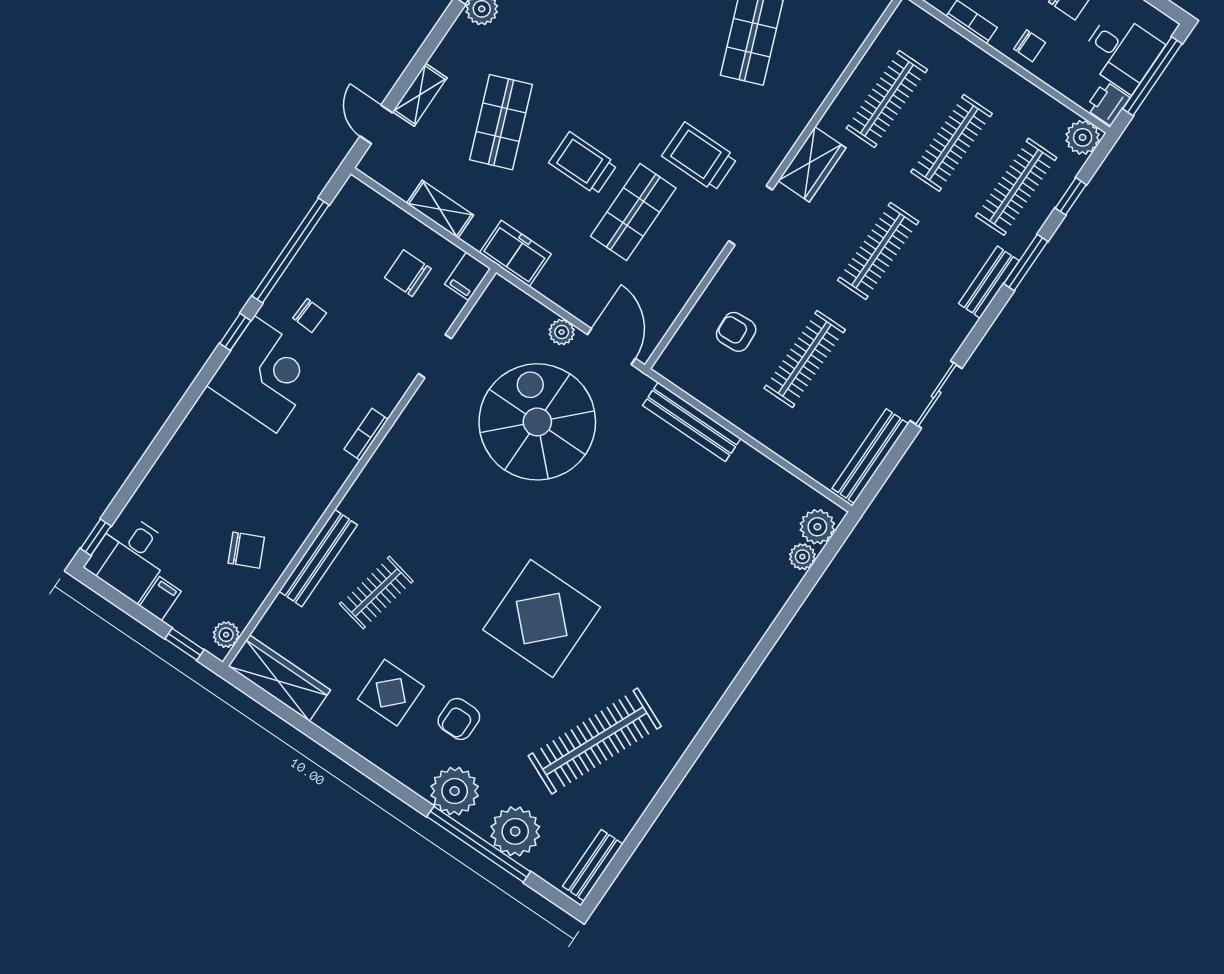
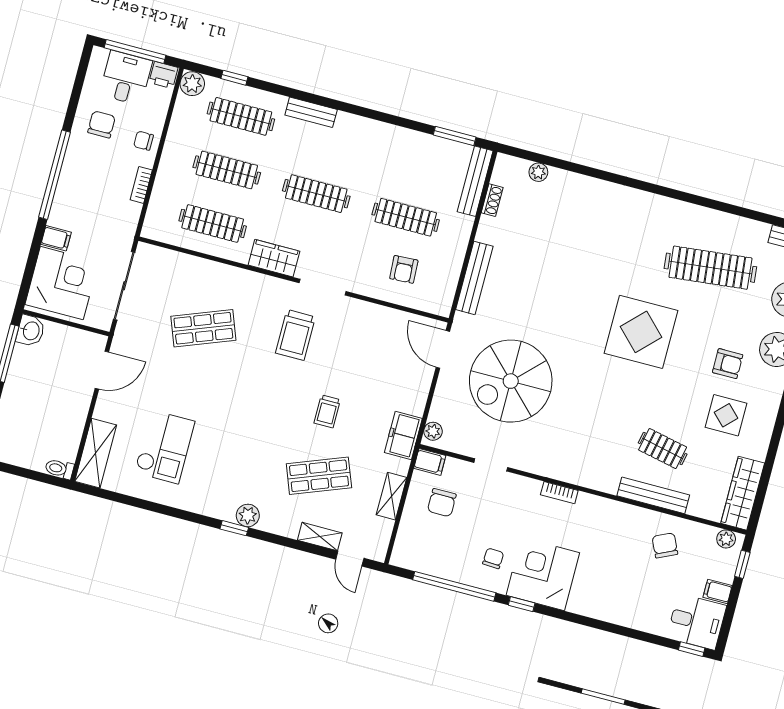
chair: (1030, 46) -> (144, 141), turned -90
door: (376, 124) -> (350, 559), hinge flipped
trolley: (583, 163) -> (327, 411), width x0.73, depth x0.72
shop shelf: (633, 212) -> (348, 366), removed
window: (1026, 263) -> (455, 136), moved
plant: (562, 332) -> (433, 431), moved
door: (611, 346) -> (443, 349), hinge flipped
sliding door: (936, 394) -> (399, 121), removed
bench: (870, 456) -> (475, 181), moved, turned 90
shoe rack: (787, 482) -> (492, 200), added
plant: (817, 527) -> (515, 169), removed
clothes rail: (595, 741) -> (710, 268), turned -30

